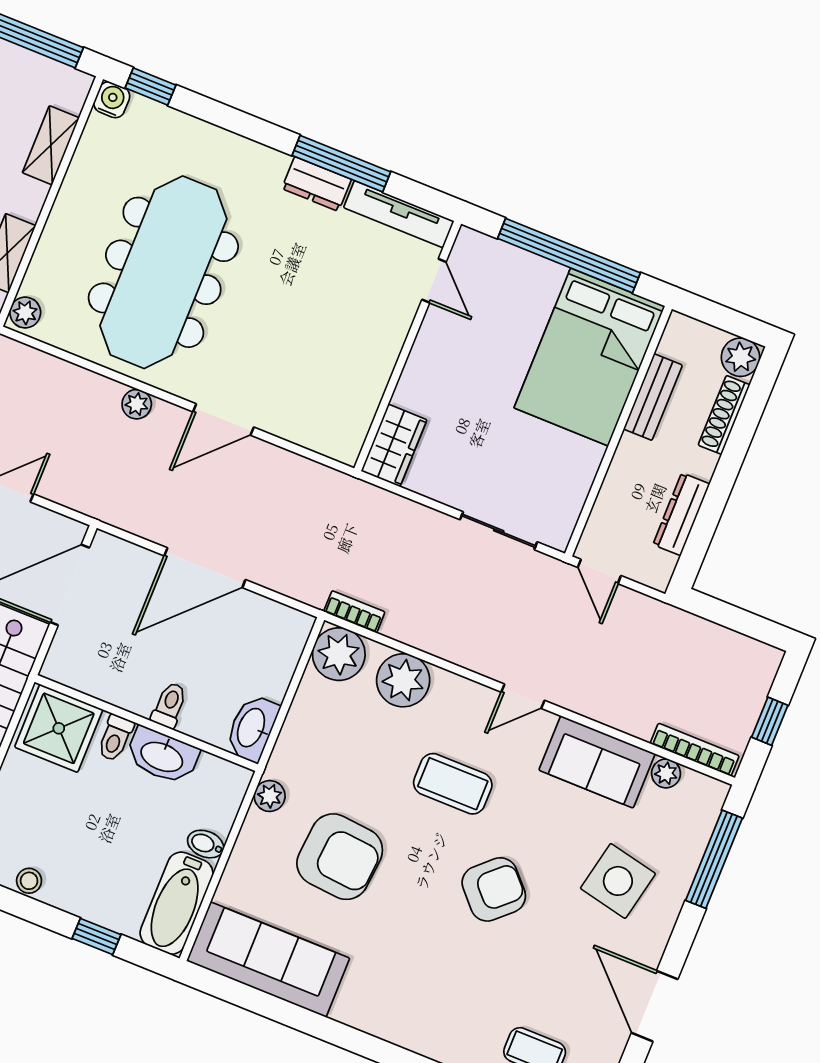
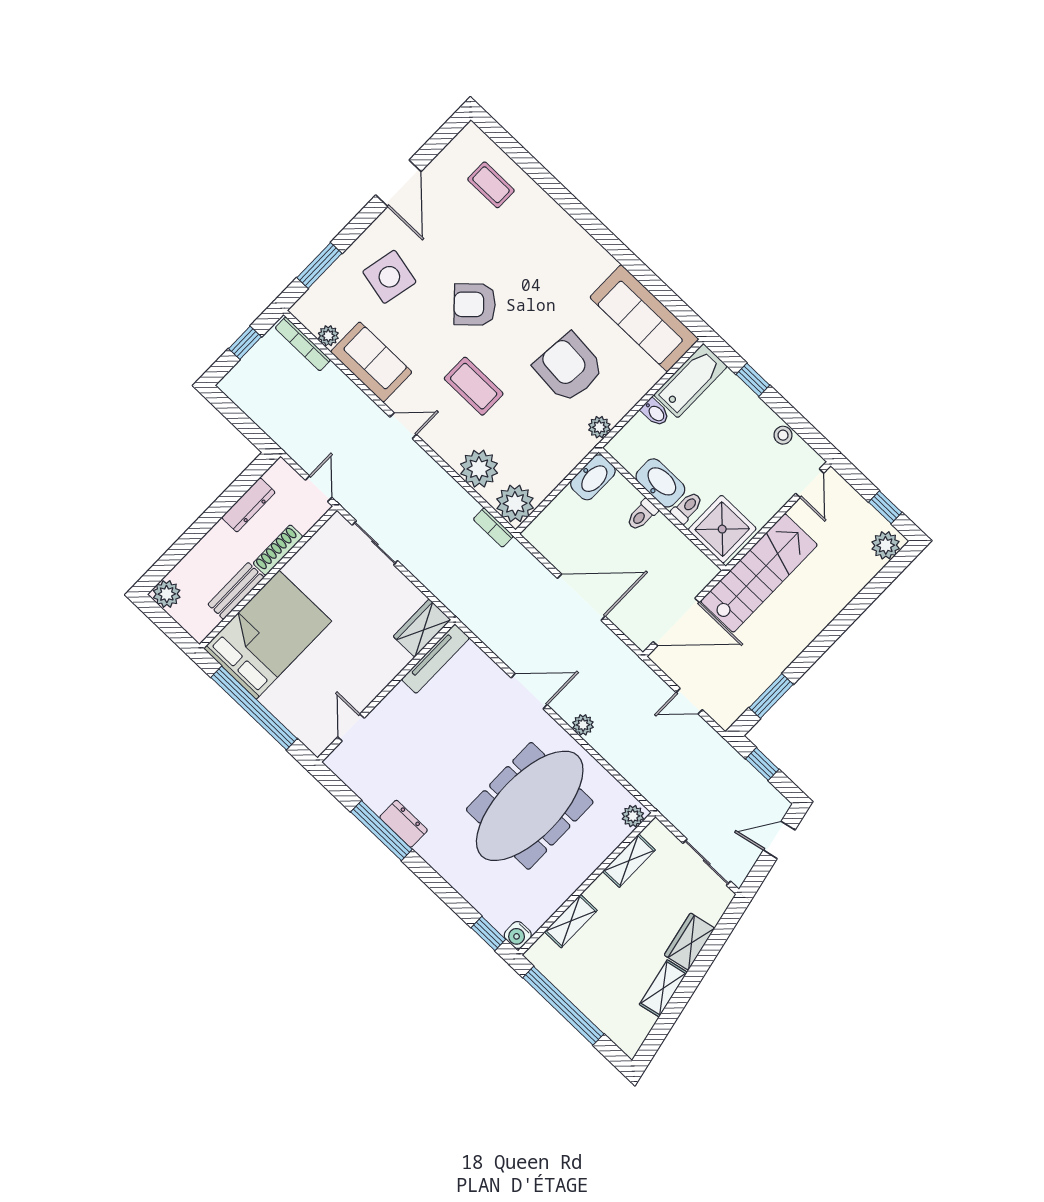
tv unit: (399, 214) -> (435, 659), moved, turned 90
shoe rack: (724, 415) -> (278, 550), moved, turned 180
window: (714, 859) -> (319, 265), width x0.69

